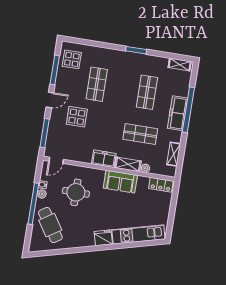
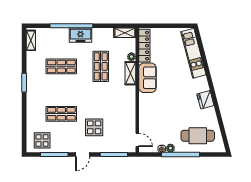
door: (50, 100) -> (83, 155), swing flipped
freezer: (178, 113) -> (80, 35), width x0.71
shelving: (174, 154) -> (125, 33), moved
freezer: (104, 159) -> (129, 96), removed
locker: (161, 185) -> (144, 46), width x1.53
round table: (76, 192) -> (164, 117), removed
cafe table: (50, 225) -> (198, 136), turned 33
fridge: (103, 238) -> (205, 100), moved

